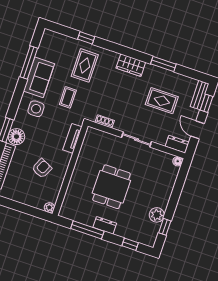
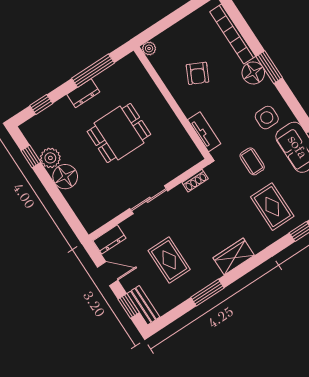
rug: (162, 101) -> (169, 260), turned 90
floor lamp: (178, 161) -> (65, 177), moved, width x1.89, depth x1.89
dining table: (111, 187) -> (119, 133), turned 90

